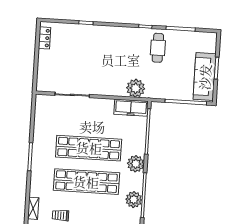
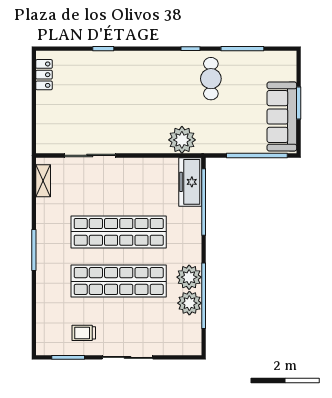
freezer: (131, 108) -> (190, 182), moved, turned 90
plant: (136, 164) -> (189, 277), moved
shelving: (33, 208) -> (43, 181), moved

